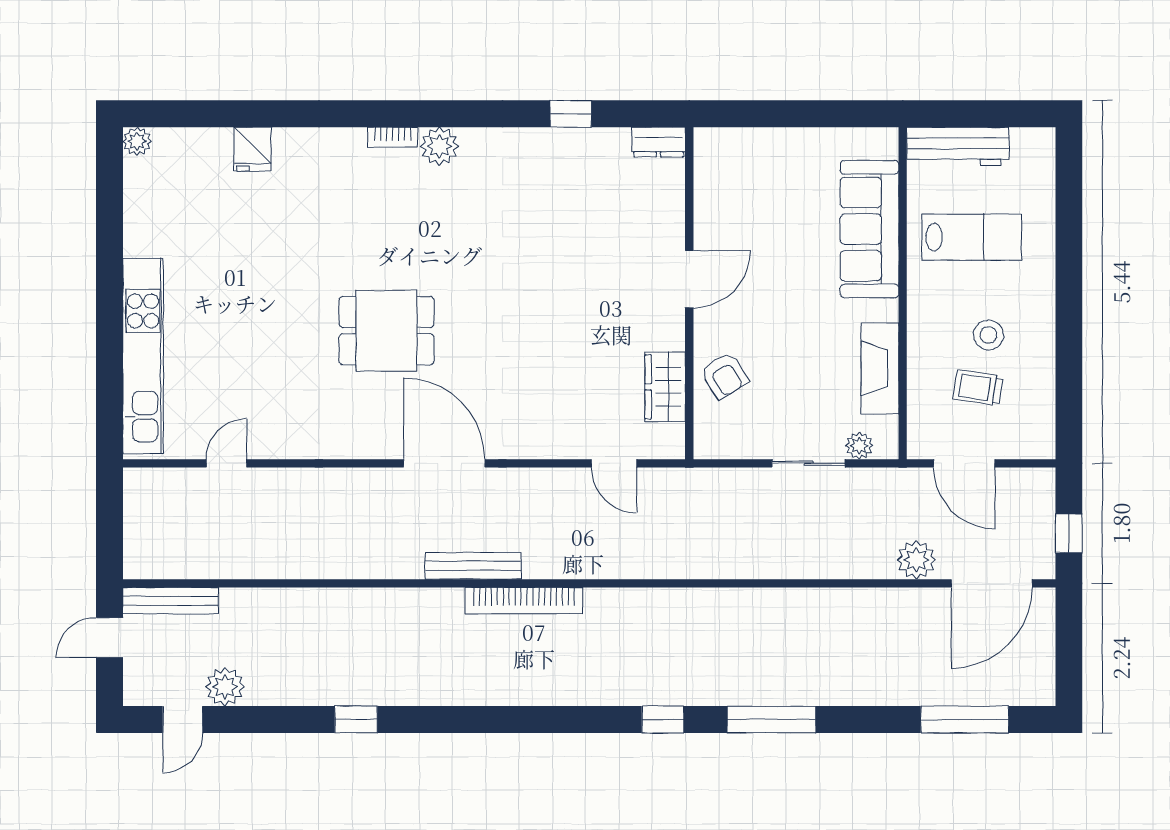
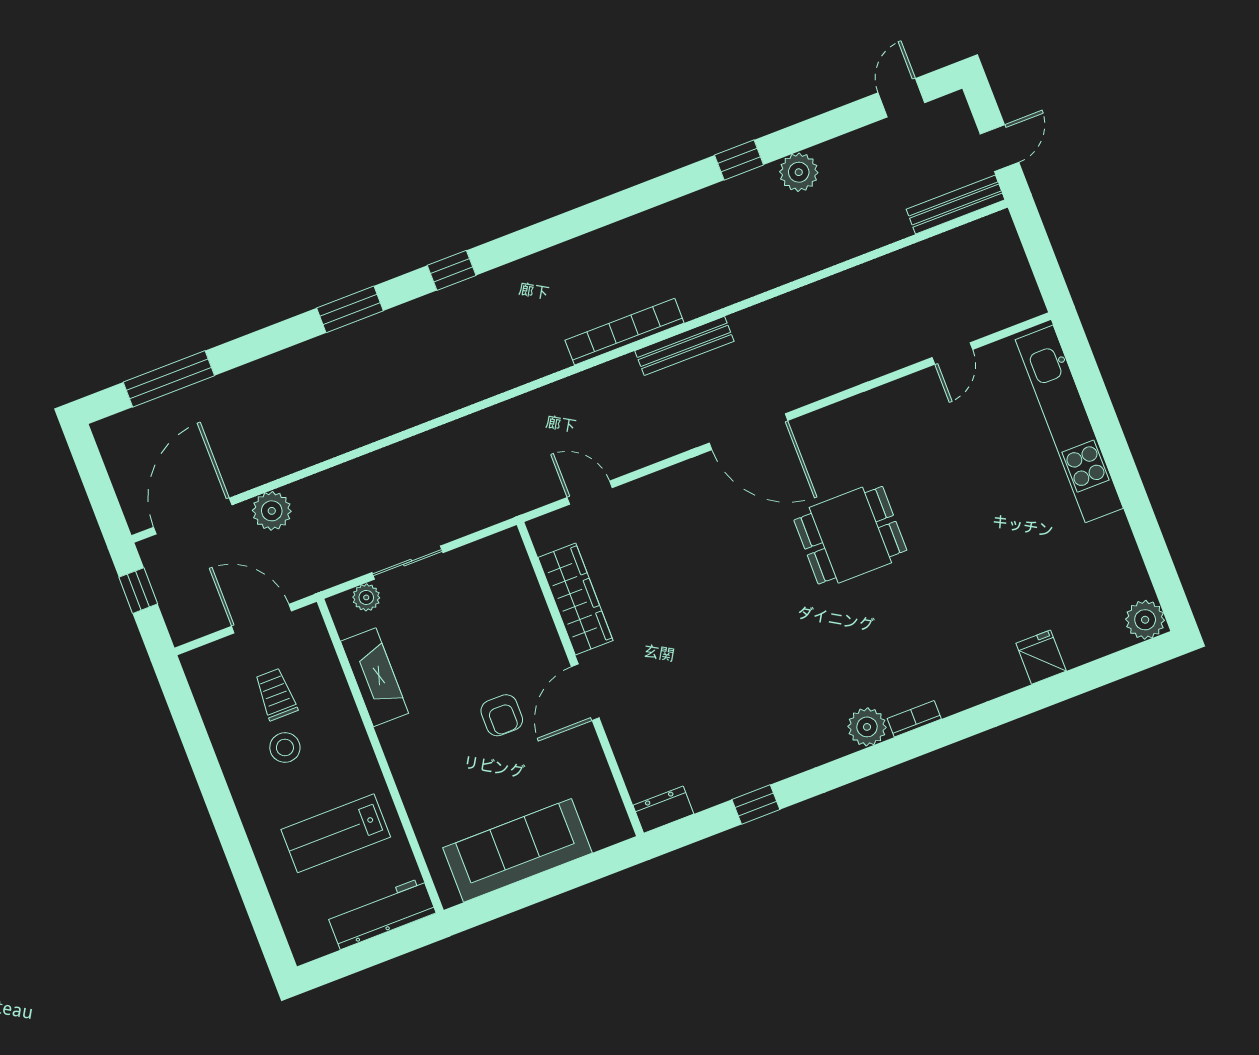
plant: (137, 141) -> (1145, 620), width x1.38, depth x1.38
sofa: (870, 229) -> (518, 850), moved, turned -90
armchair: (724, 376) -> (502, 715), moved, turned -148
wardrobe: (665, 387) -> (575, 599), width x1.50
trolley: (978, 388) -> (276, 694), turned -99
plant: (225, 687) -> (799, 172), moved
window: (771, 719) -> (350, 309), width x0.69

